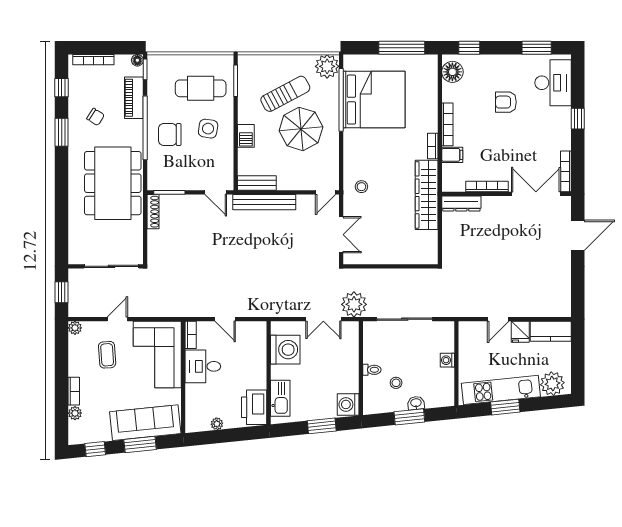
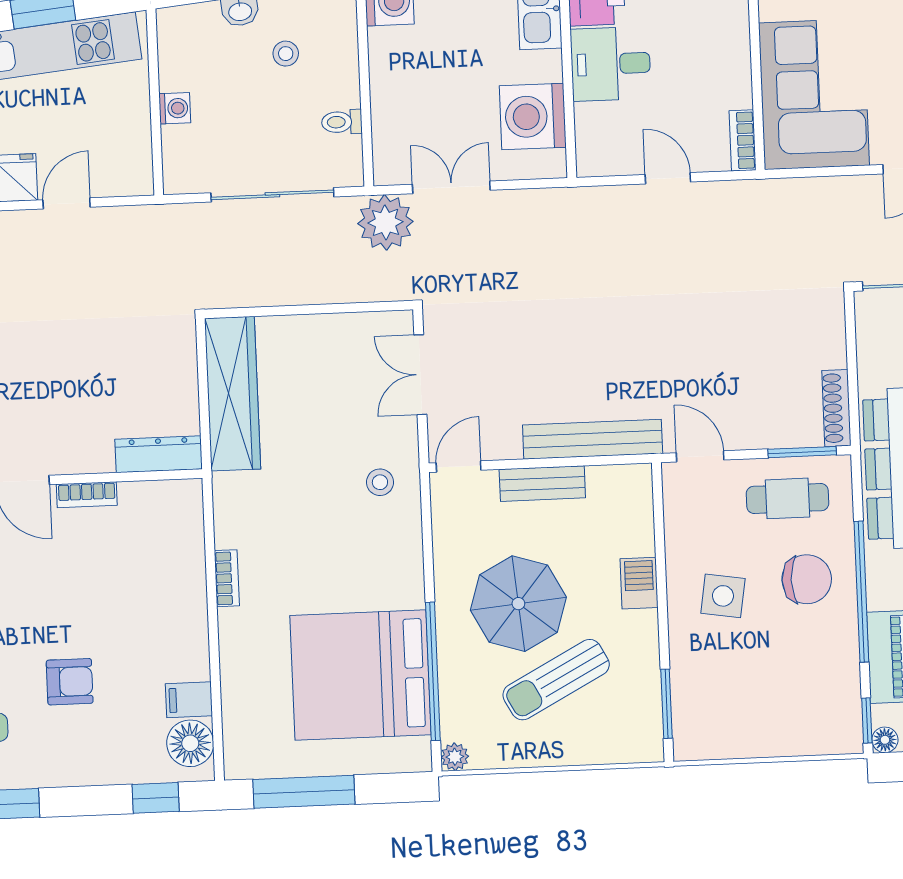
plant: (327, 66) -> (455, 757), width x0.53, depth x0.53
cafe table: (201, 88) -> (787, 498), moved, width x0.73, depth x0.74
bookcase: (447, 124) -> (197, 627), removed
filing cabinet: (452, 155) -> (189, 700), moved
bench: (257, 183) -> (542, 484), moved
bookcase: (487, 187) -> (87, 495), width x0.64
wardrobe: (427, 195) -> (233, 394), moved
desk: (203, 366) -> (611, 64), moved, turned 180
toilet: (372, 370) -> (342, 122), moved

